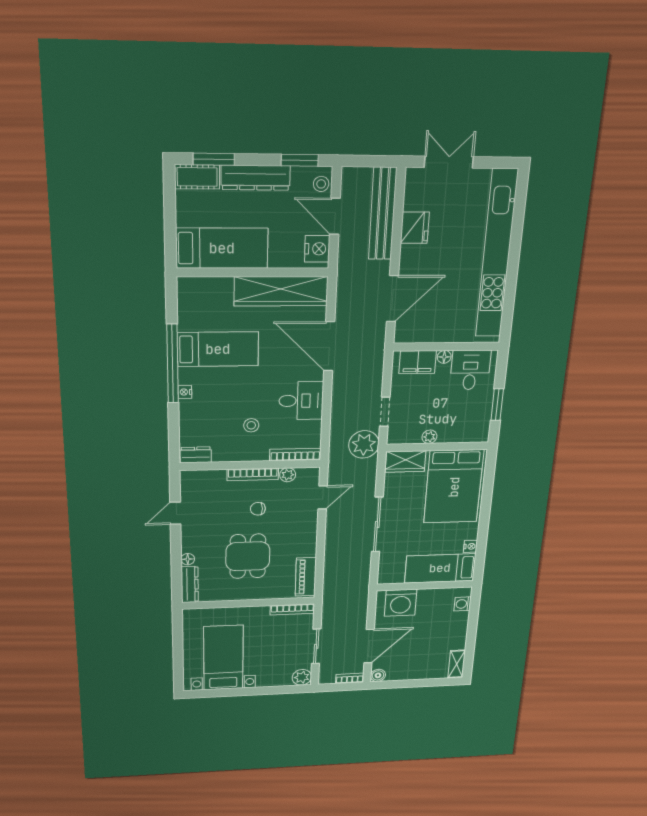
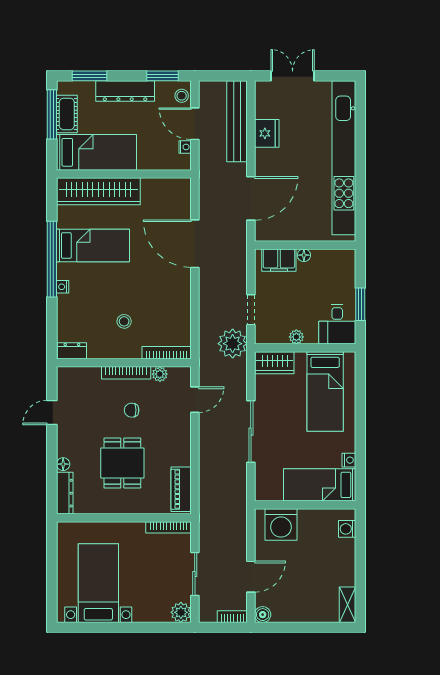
cot: (197, 177) -> (67, 114), moved, turned 90
window: (170, 204) -> (52, 114), added
nightstand: (317, 249) -> (185, 147), width x0.53, depth x0.56
wardrobe: (281, 291) -> (98, 191), moved
desk: (470, 370) -> (337, 324), moved, turned 180
desk: (301, 401) -> (170, 297), removed
bed: (454, 487) -> (325, 391), width x0.67
door: (369, 646) -> (251, 577), width x0.73

